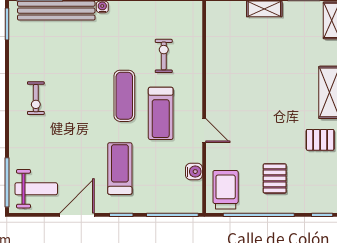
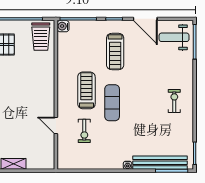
door: (204, 131) -> (56, 125), moved
water cooler: (194, 172) -> (63, 26), moved
door: (77, 215) -> (145, 19), hinge flipped

